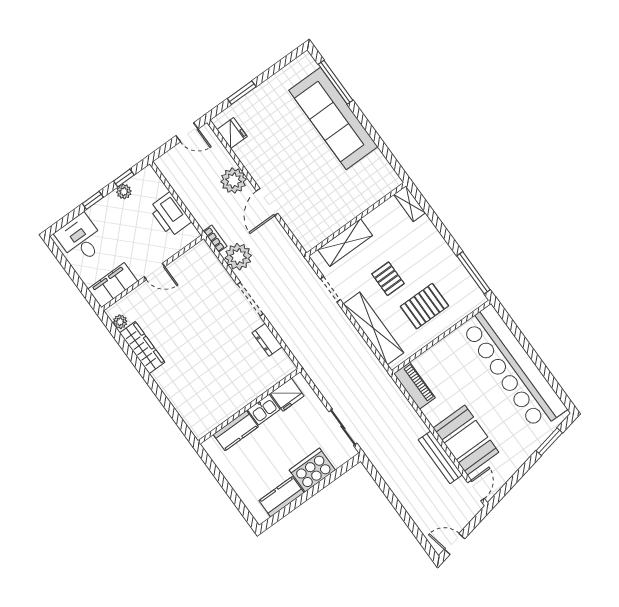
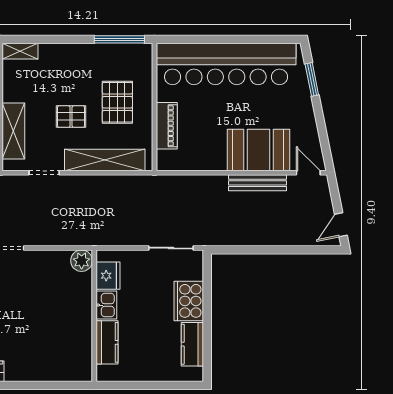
dresser: (267, 340) -> (48, 259), removed
plant: (284, 366) -> (82, 261), added
piano: (414, 386) -> (167, 126), moved, turned 90

